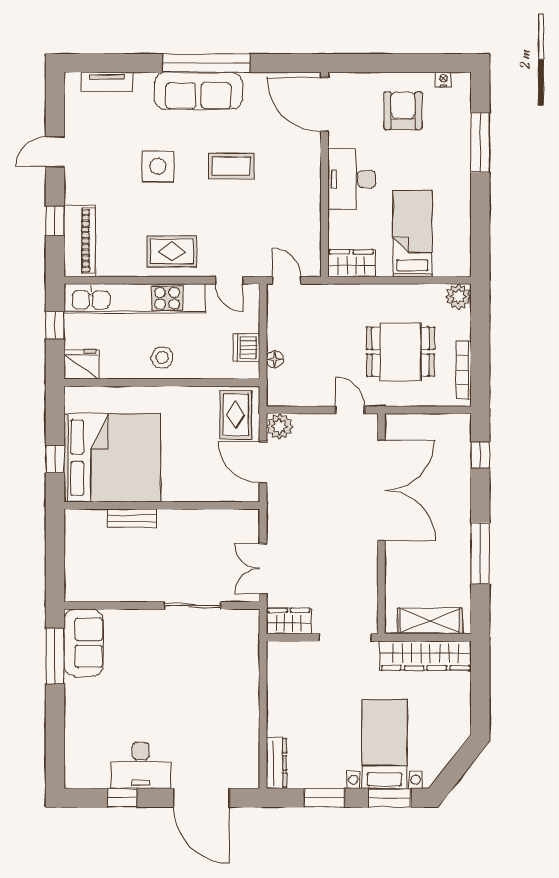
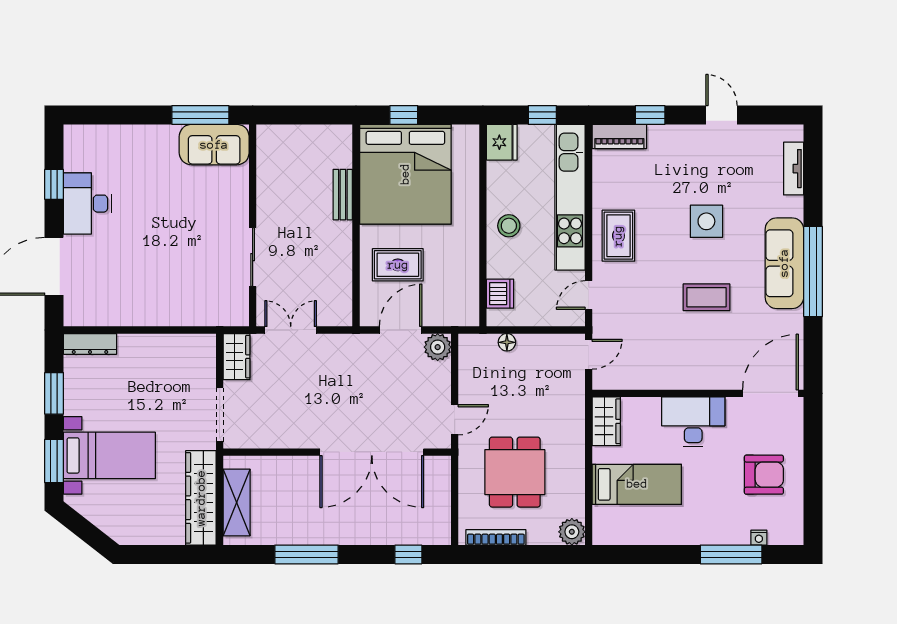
nightstand: (443, 79) -> (759, 538), moved, turned 90
coffee table: (231, 166) -> (707, 297), turned 90
piano: (80, 241) -> (619, 137), width x0.73, depth x0.75
dishwasher: (246, 348) -> (500, 294), moved, turned 90
rug: (236, 415) -> (398, 265), moved

